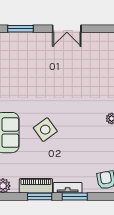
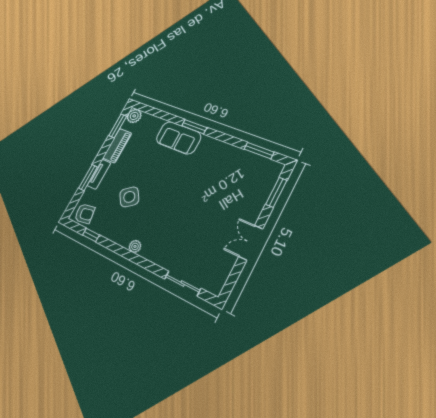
side table: (45, 130) -> (129, 197), moved
window: (40, 196) -> (118, 126), moved

